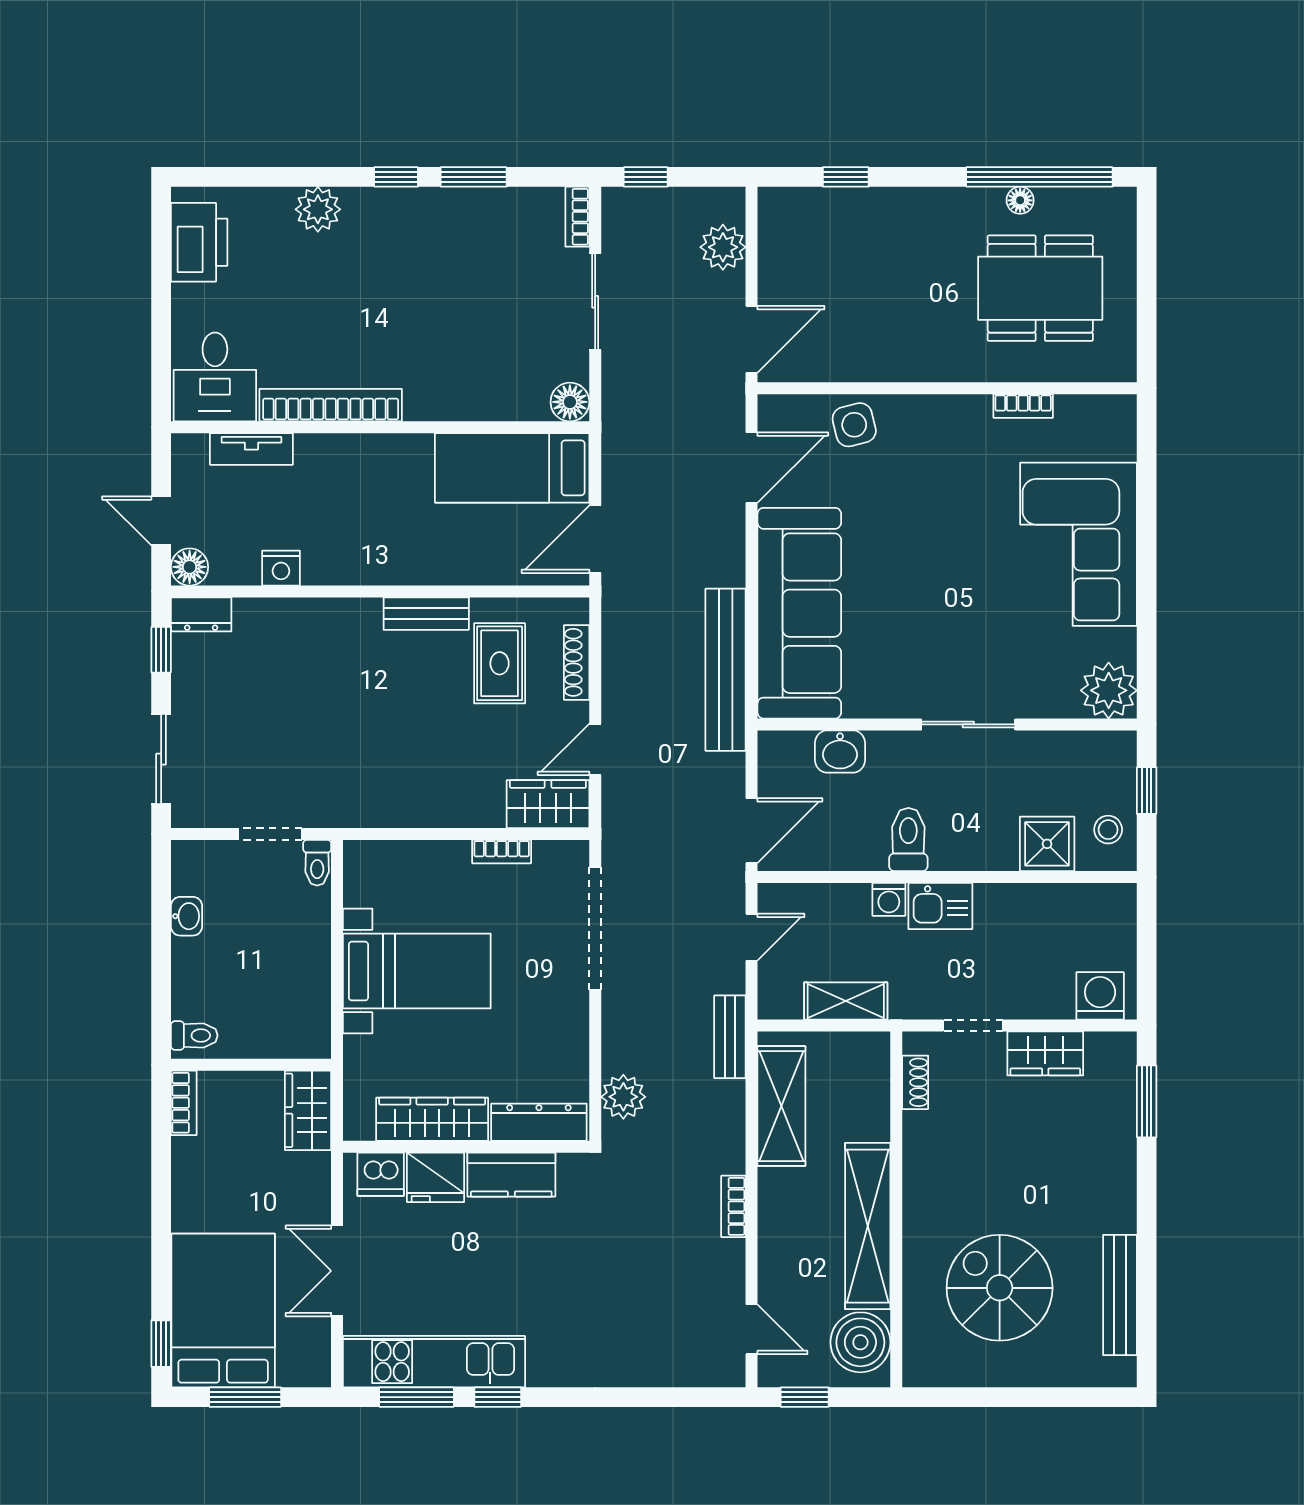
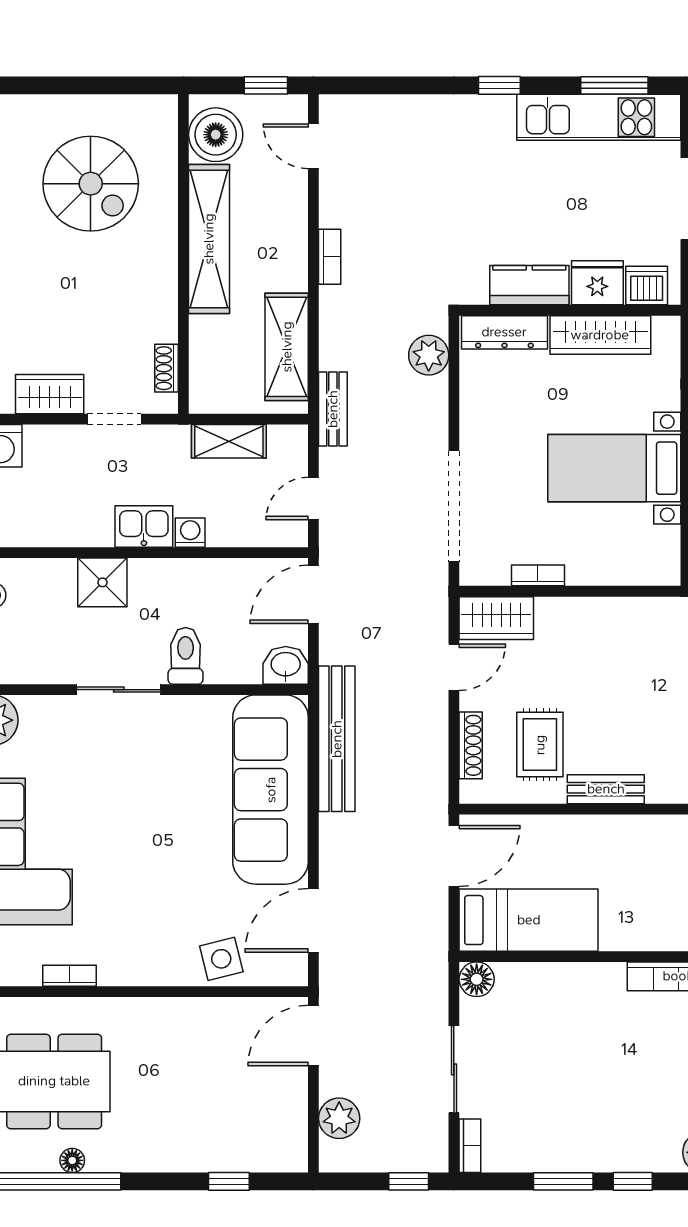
washbasin: (840, 752) -> (286, 665), moved
toilet: (908, 839) -> (186, 656), moved, turned 180
shower: (1047, 844) -> (102, 582), moved
window: (498, 1397) -> (499, 85), moved

